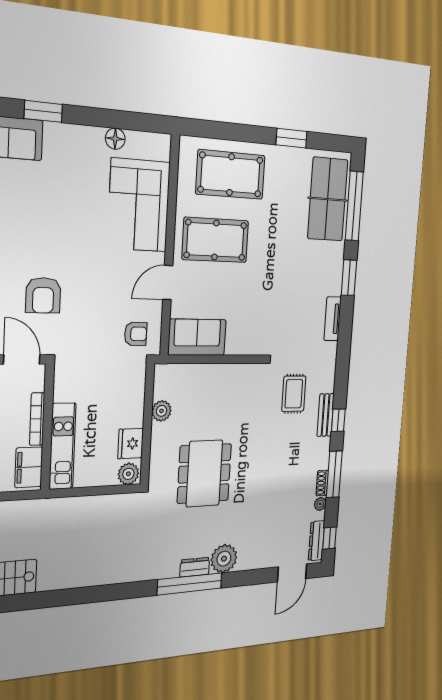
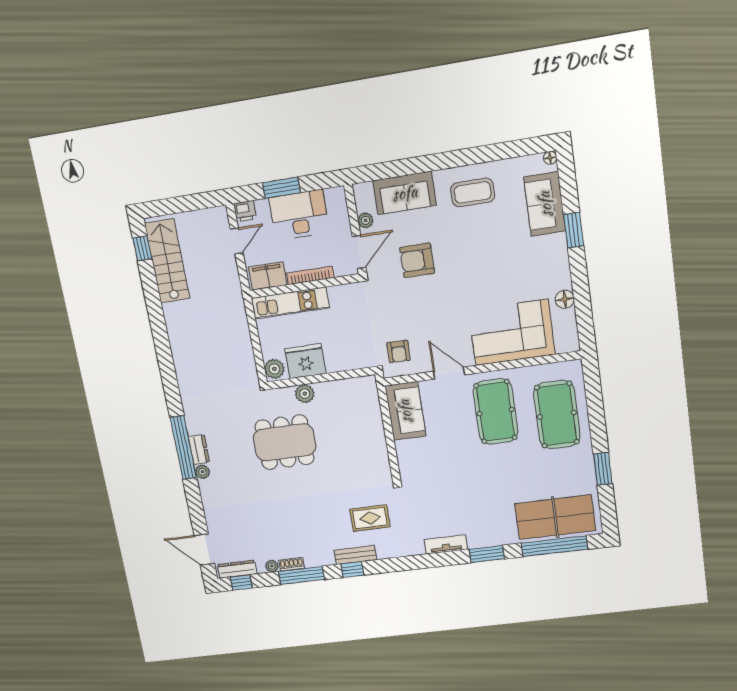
plant: (162, 411) -> (305, 394), moved
fridge: (131, 444) -> (305, 361), width x1.36, depth x1.34
plant: (224, 559) -> (203, 472), width x0.53, depth x0.53

